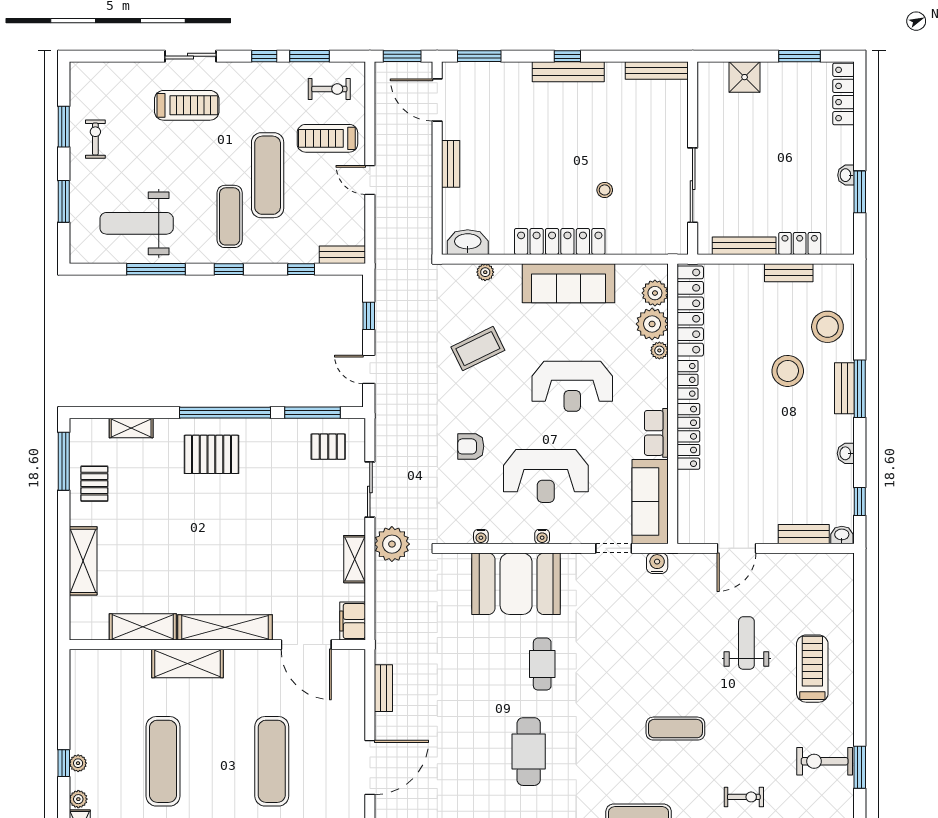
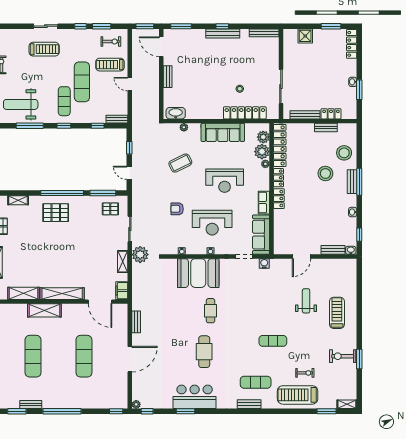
locker: (560, 241) -> (245, 113), moved
locker: (688, 436) -> (279, 199), width x0.66

